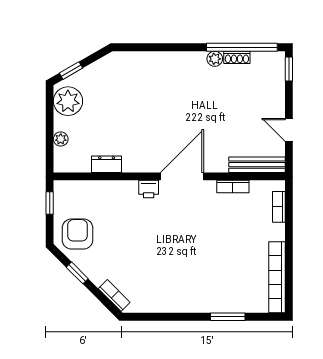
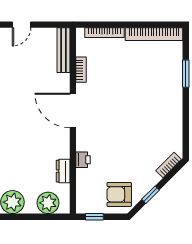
door: (289, 130) -> (22, 25), moved
plant: (61, 139) -> (48, 203), width x1.88, depth x1.88
printer: (149, 189) -> (83, 160), moved
bookcase: (279, 207) -> (104, 33), width x1.56

